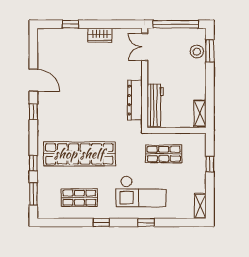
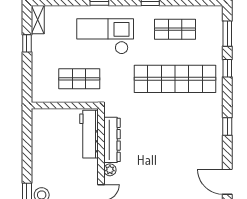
plant: (137, 74) -> (110, 170), added
door: (33, 80) -> (227, 182), moved
shelving: (200, 113) -> (38, 125), removed
window: (210, 164) -> (27, 43), moved

